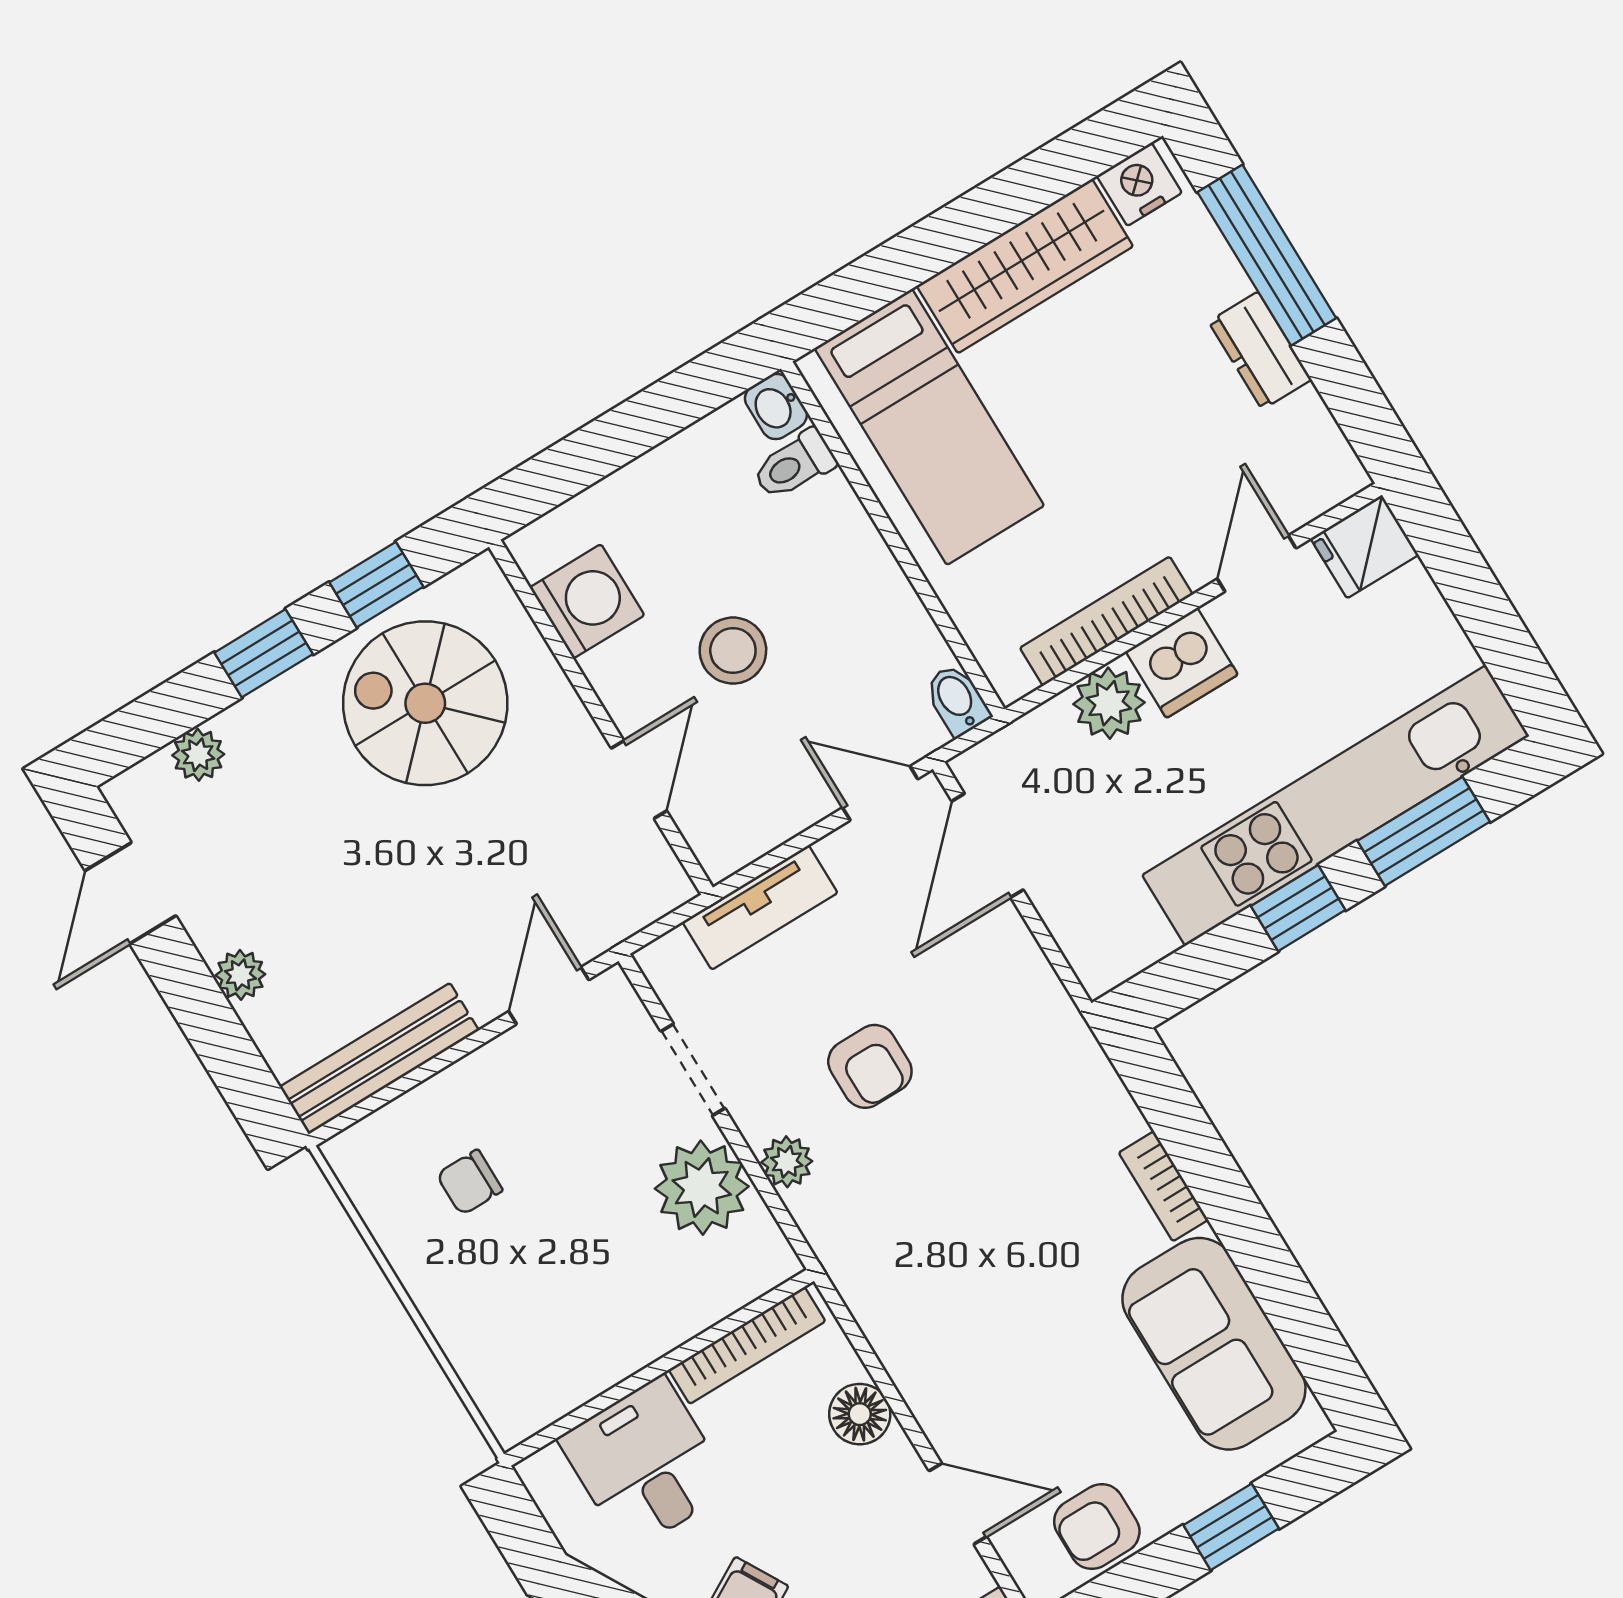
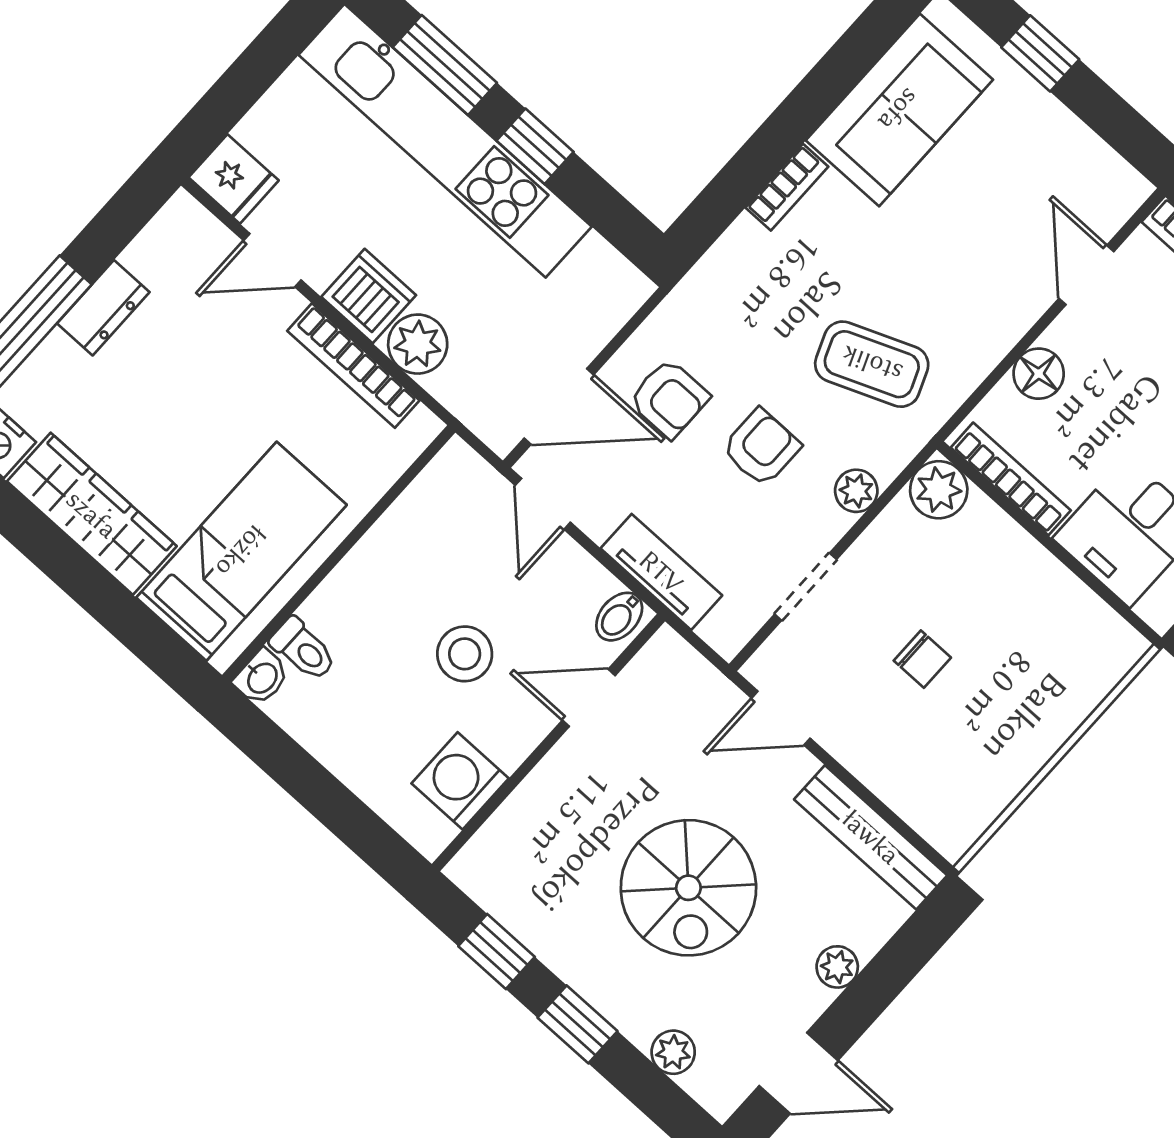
bidet: (957, 700) -> (619, 617), moved
spiral stairs: (425, 703) -> (688, 888), moved
chair: (470, 1182) -> (922, 659), moved
plant: (702, 1188) -> (939, 490), moved, width x0.73, depth x0.73
coffee table: (928, 1224) -> (872, 364), added
armchair: (1097, 1527) -> (669, 399), moved

